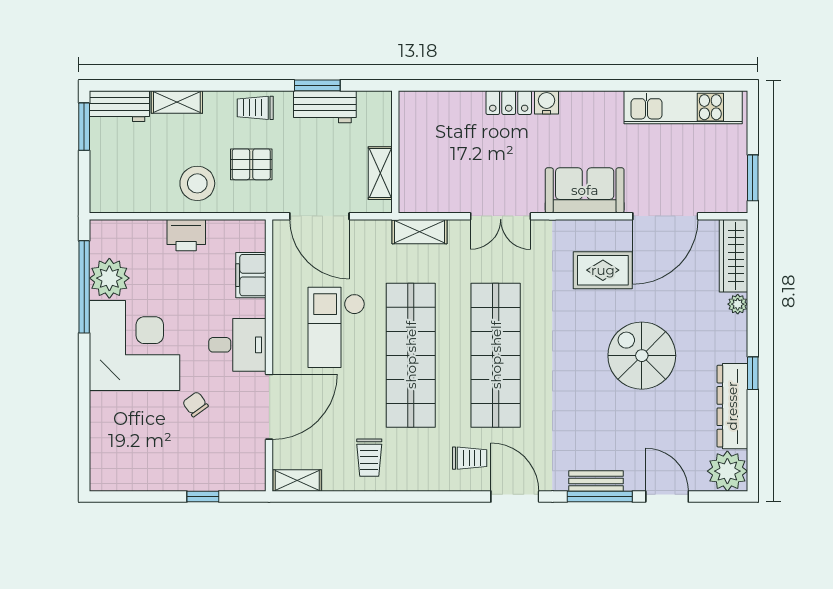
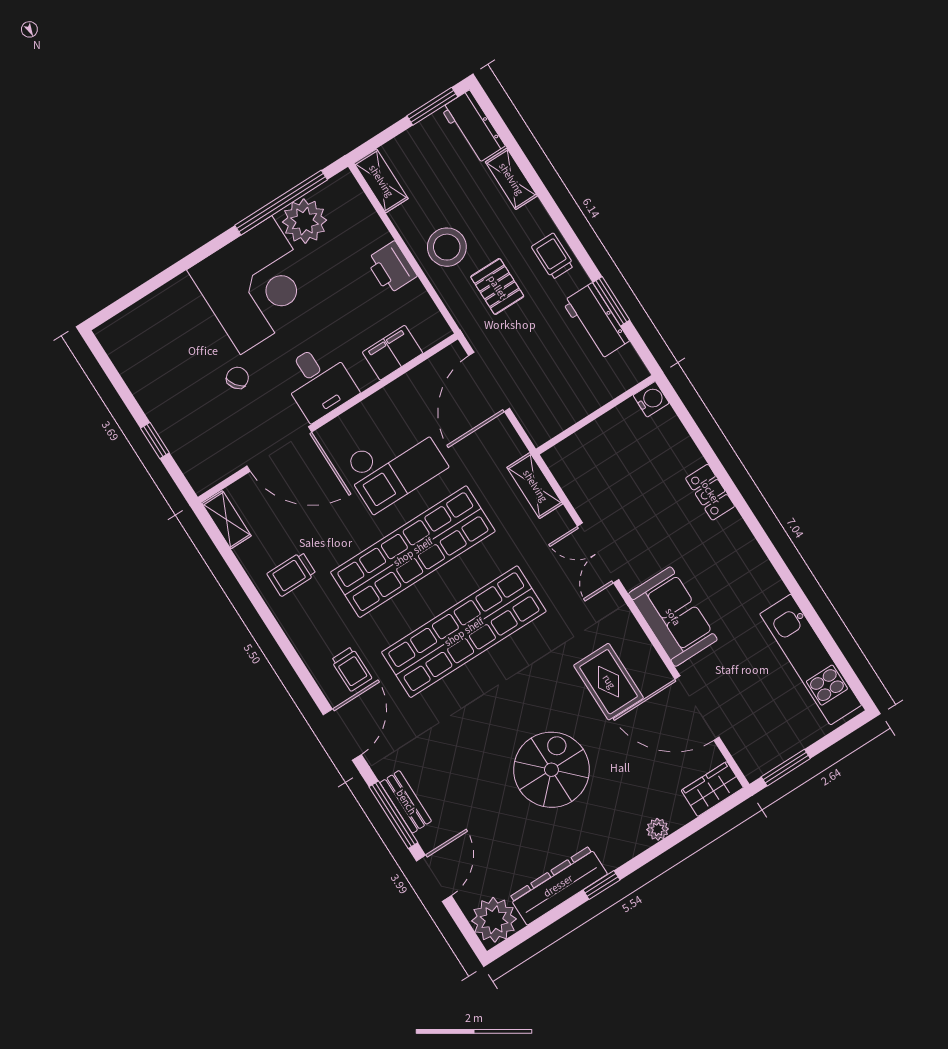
water cooler: (547, 102) -> (651, 399), moved
shelving: (380, 173) -> (381, 181), moved, turned 90
wardrobe: (734, 256) -> (712, 789), width x0.67
checkout: (336, 327) -> (395, 465), turned 180

